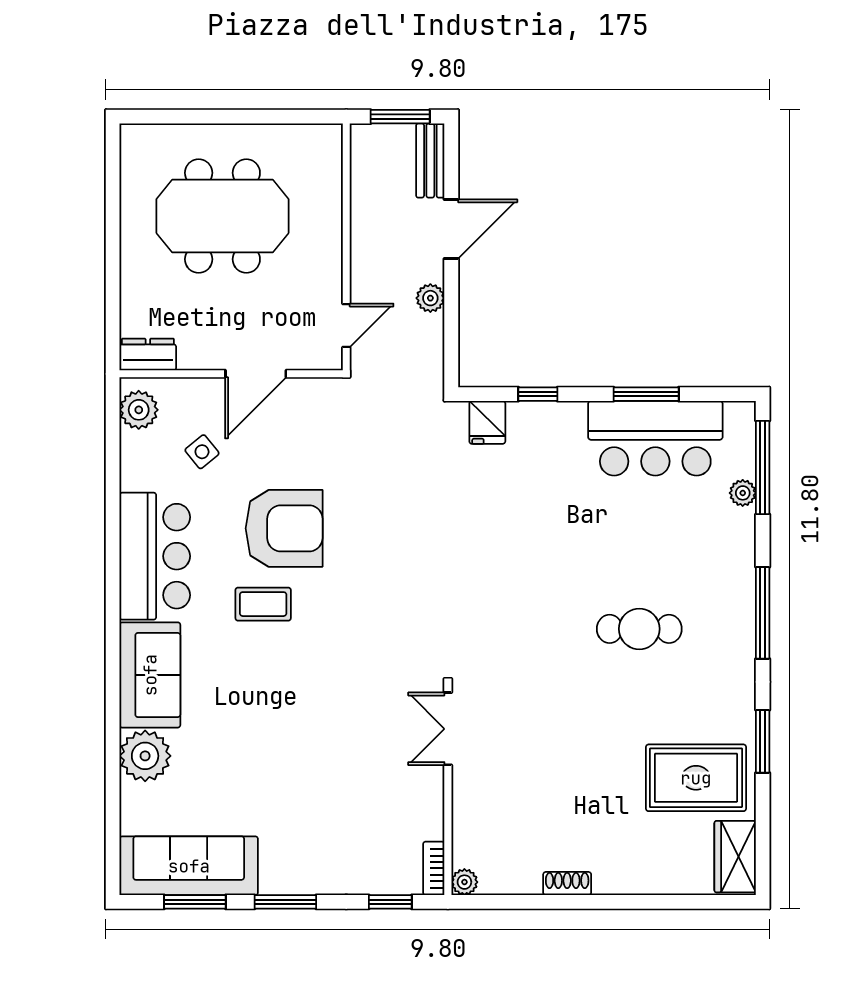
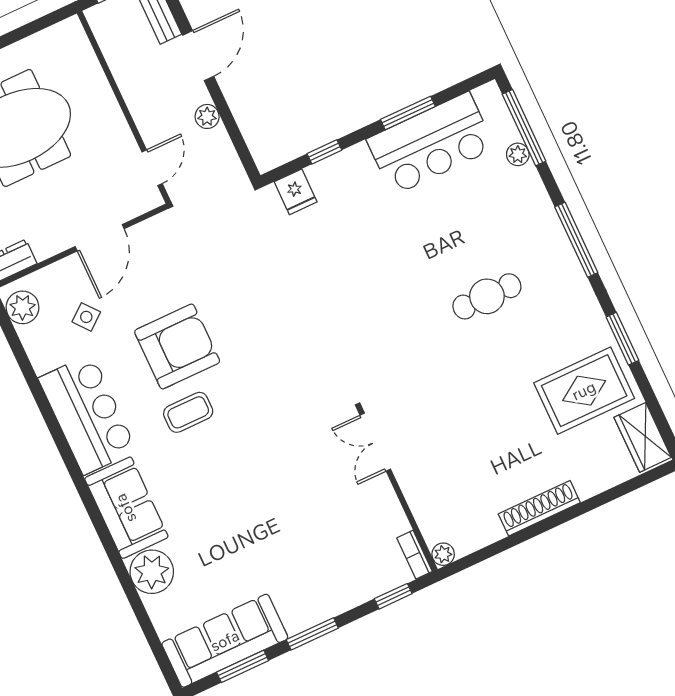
shoe rack: (567, 884) -> (539, 508), width x1.94, depth x1.24

